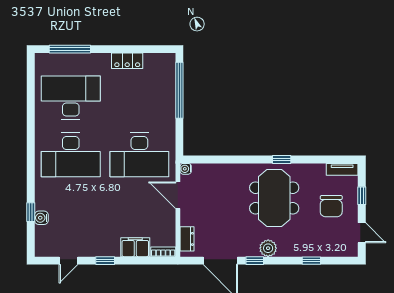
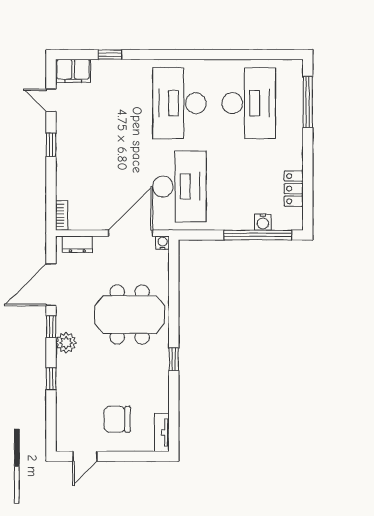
locker: (127, 61) -> (294, 189), moved
desk: (139, 155) -> (179, 186), turned 180
door: (178, 195) -> (131, 233), width x1.36
window: (362, 196) -> (130, 456), removed
meeting table: (274, 198) -> (130, 315), moved
water cooler: (41, 218) -> (263, 222), moved, turned 180
filing cabinet: (135, 247) -> (73, 71), moved, turned 90
window: (311, 261) -> (51, 379), moved

